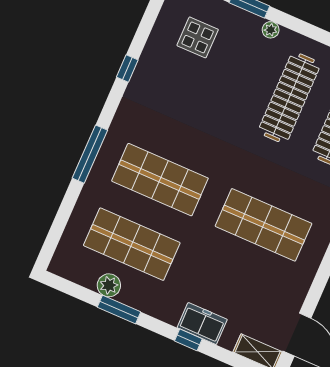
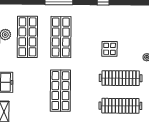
display table: (198, 37) -> (110, 49), moved

